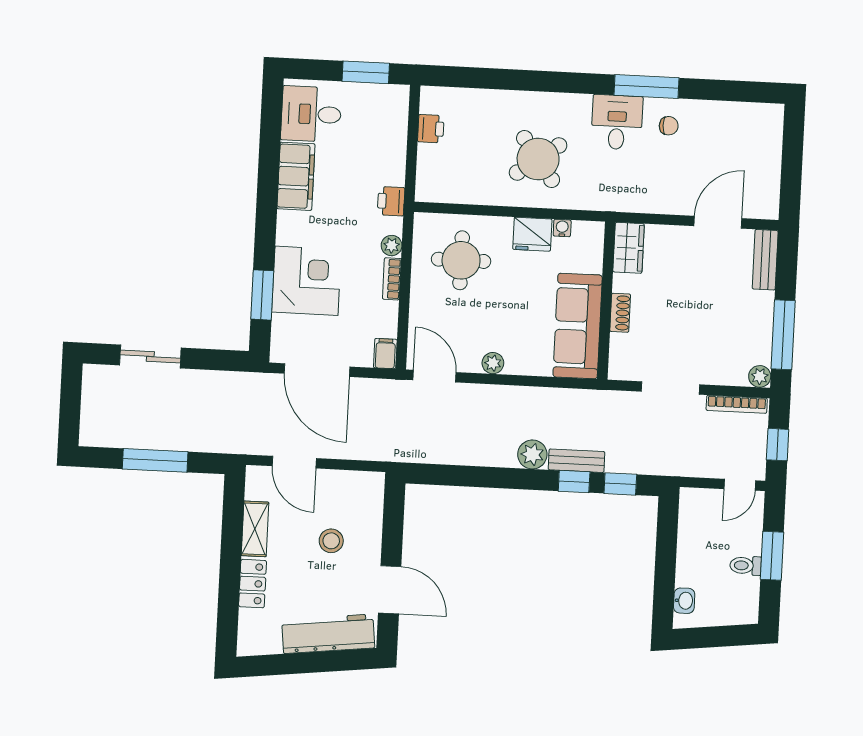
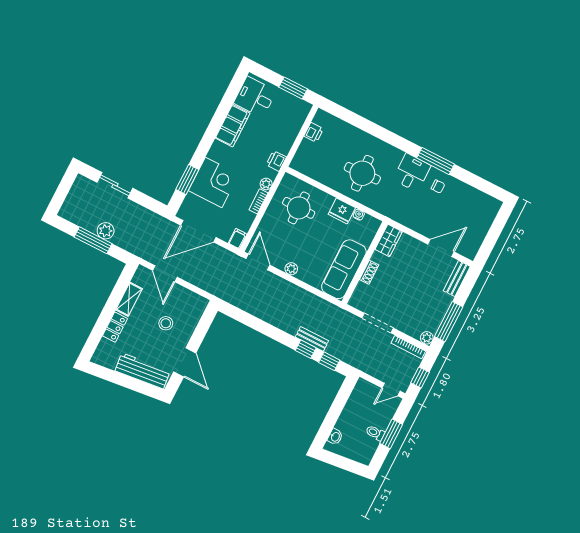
round table: (538, 159) -> (362, 173), turned 33
door: (317, 370) -> (198, 231), hinge flipped
plant: (532, 454) -> (106, 231), moved

